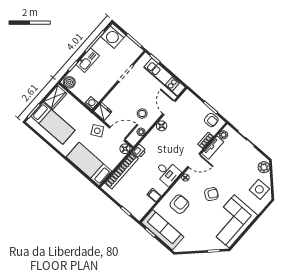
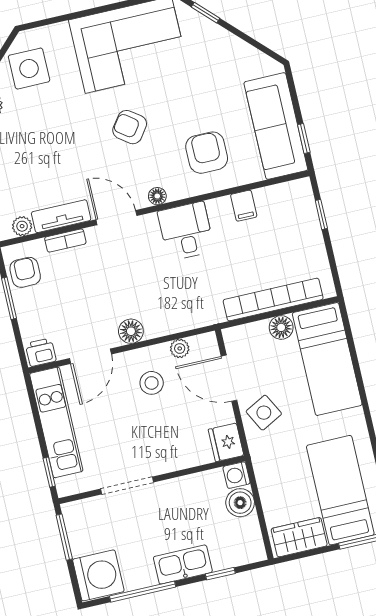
boiler: (69, 82) -> (240, 503), moved
floor lamp: (125, 149) -> (281, 327), moved
printer: (139, 151) -> (41, 352), moved
armchair: (179, 204) -> (207, 153), turned 90

